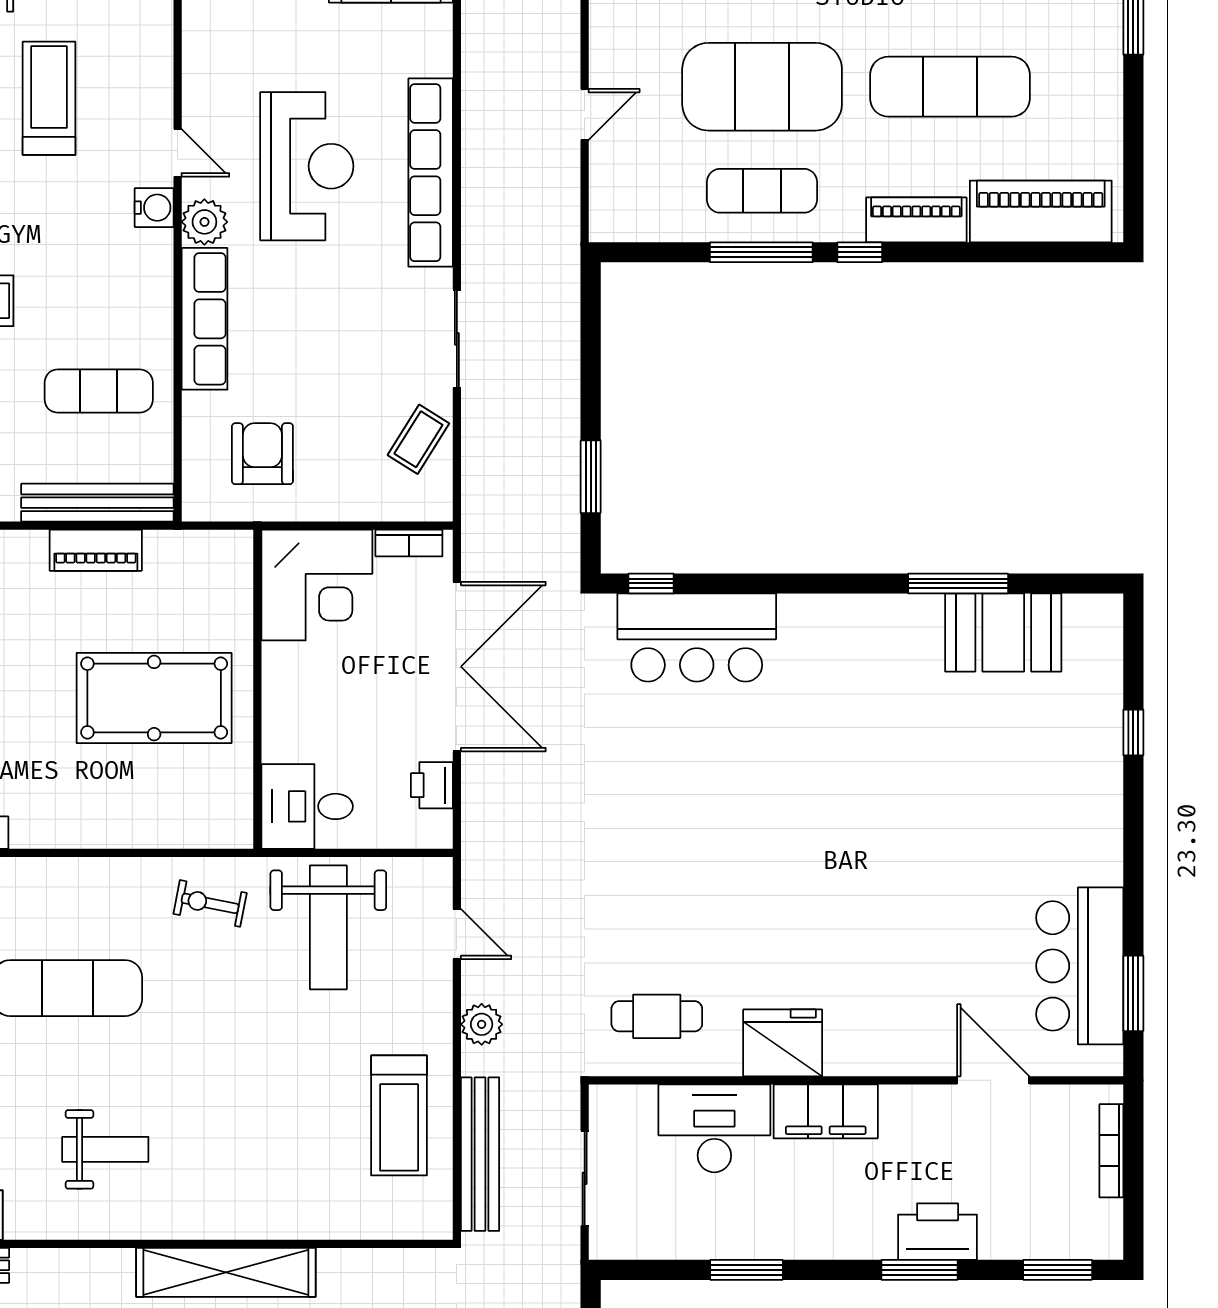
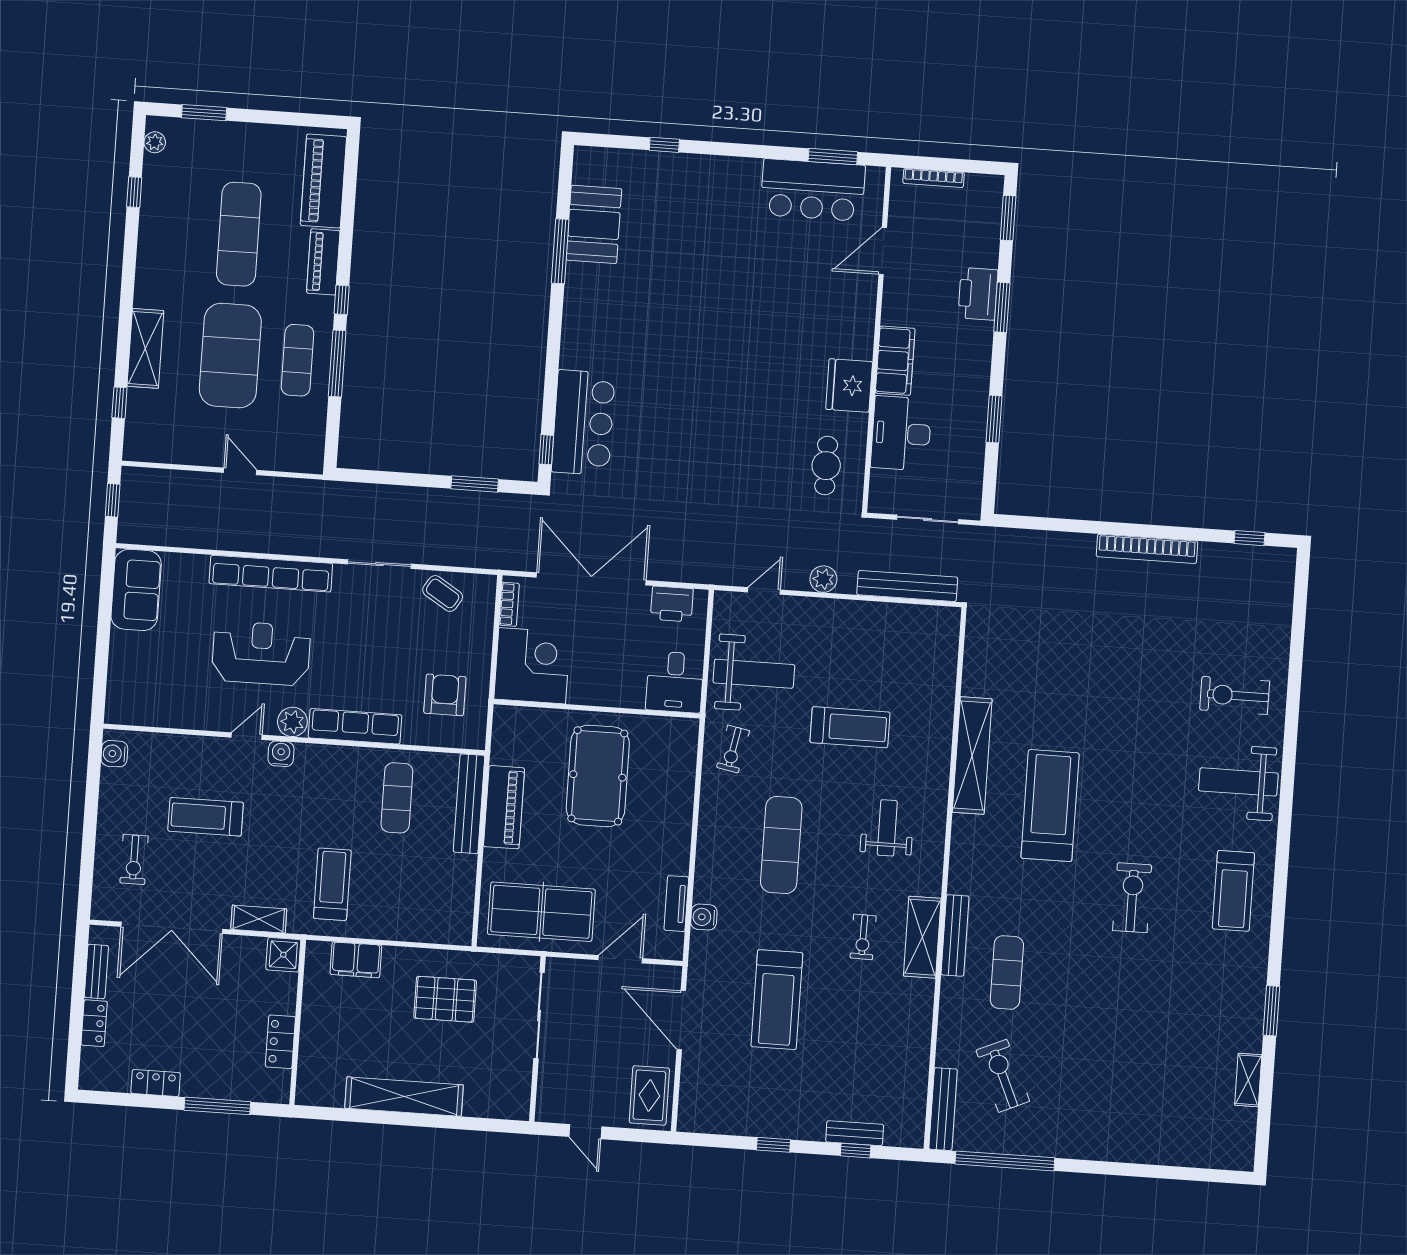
armchair: (262, 454) -> (445, 695), turned 90
piano: (96, 550) -> (504, 807), width x1.37, depth x1.33
printer: (432, 785) -> (672, 604), width x1.36, depth x1.24
treadmill: (399, 1115) -> (850, 727), moved

